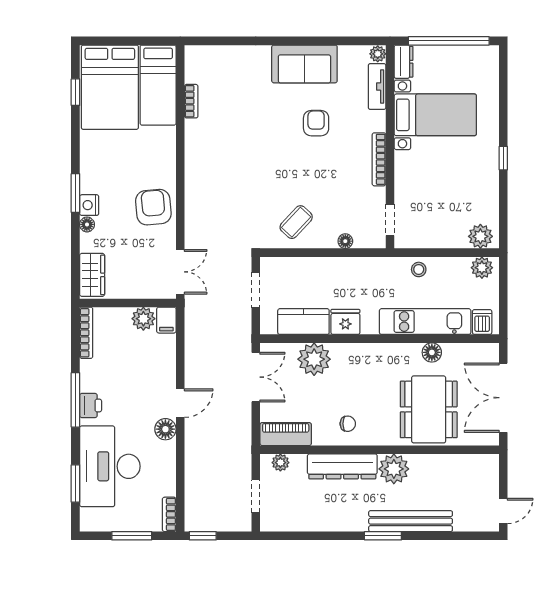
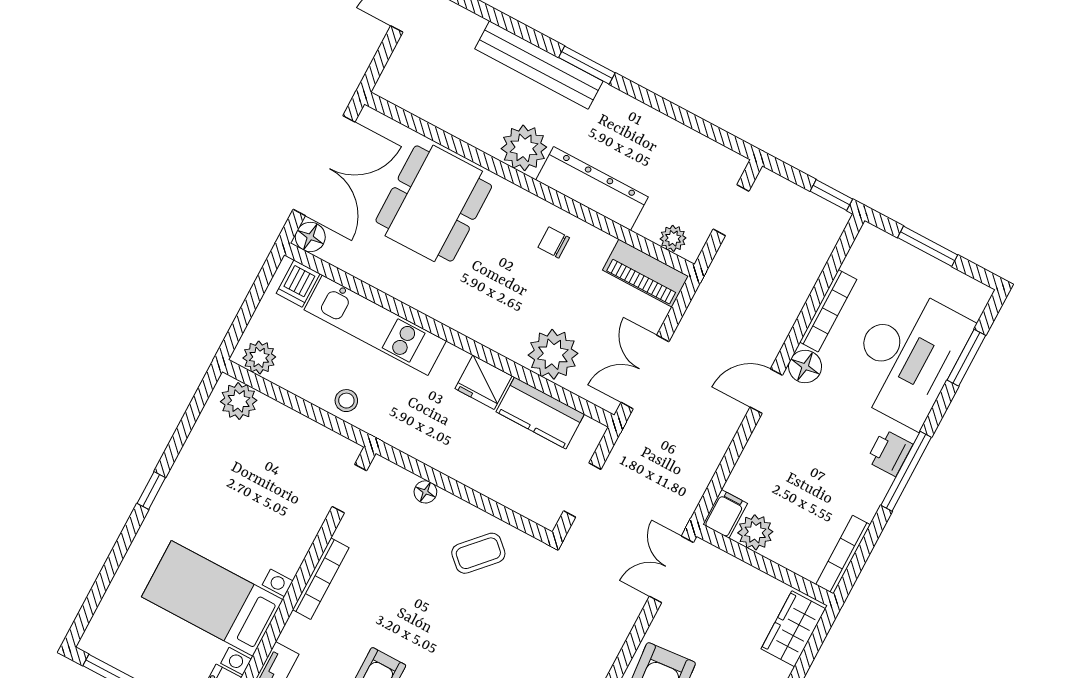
floor lamp: (432, 352) -> (310, 237), moved
bookcase: (169, 514) -> (828, 311), moved, width x1.56

